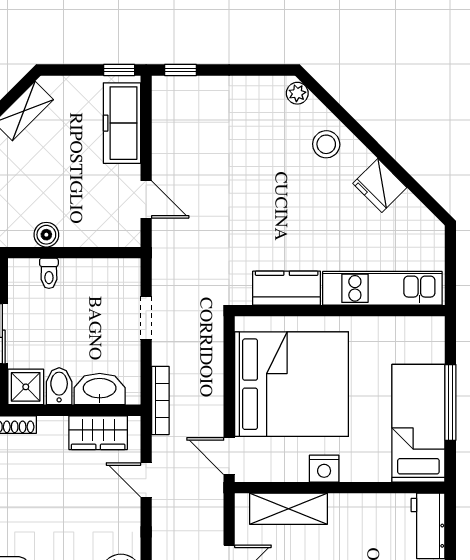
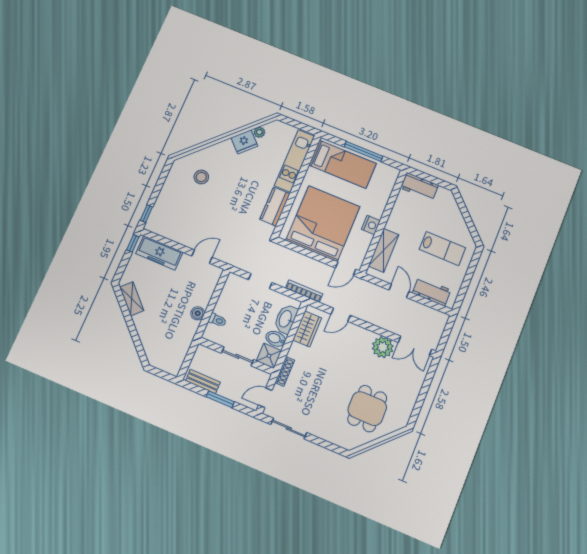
plant: (297, 93) -> (259, 132), moved
stool: (326, 144) -> (201, 177), moved
bed: (418, 423) -> (342, 164), moved, turned 180

